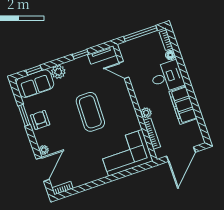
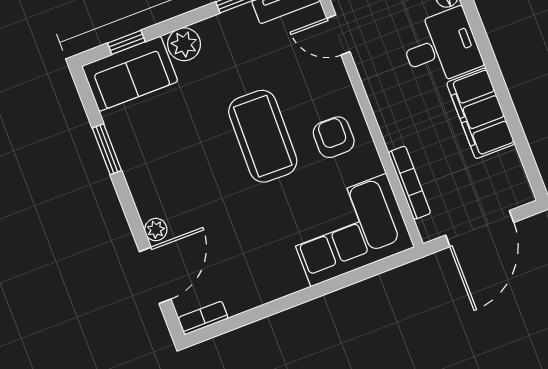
plant: (146, 113) -> (394, 134), removed
armchair: (40, 120) -> (334, 137), moved

